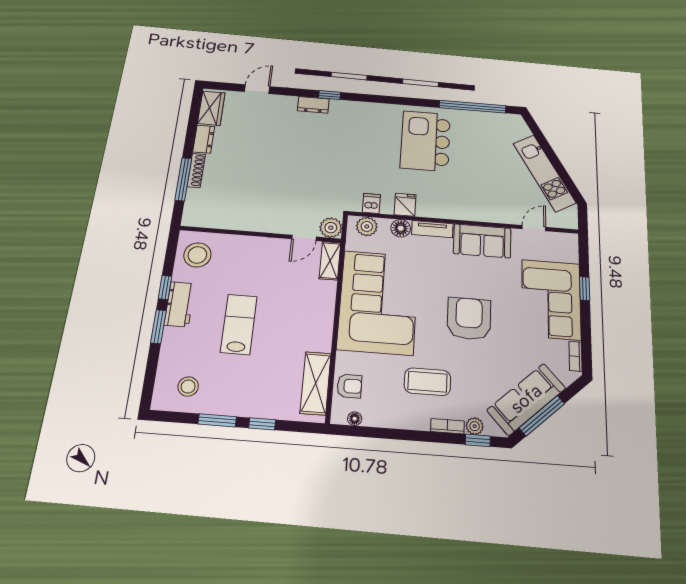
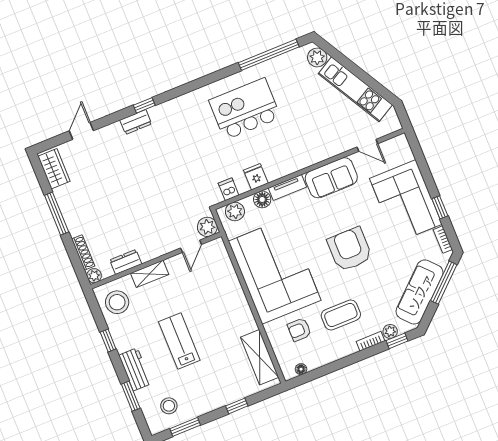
plant: (519, 129) -> (317, 57), added
dresser: (204, 139) -> (126, 262), moved, turned -90
kitchen island: (425, 141) -> (245, 109), turned 90
shoe rack: (196, 170) -> (83, 253), moved
window: (183, 179) -> (57, 214), moved
plant: (190, 219) -> (94, 276), added
door: (534, 228) -> (367, 145), swing flipped
shelving: (330, 261) -> (150, 274), moved, turned 90
window: (585, 289) -> (440, 207), moved
workbench: (180, 304) -> (135, 369), moved
window: (158, 327) -> (131, 396), moved
armchair: (349, 386) -> (299, 330), moved, turned 180
window: (542, 416) -> (444, 283), moved
window: (217, 420) -> (185, 427), moved

